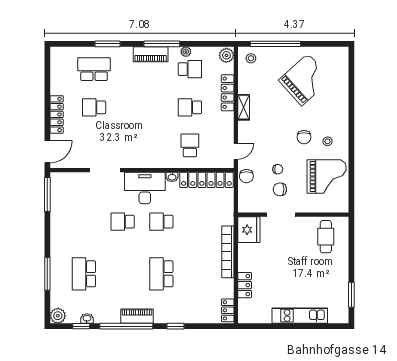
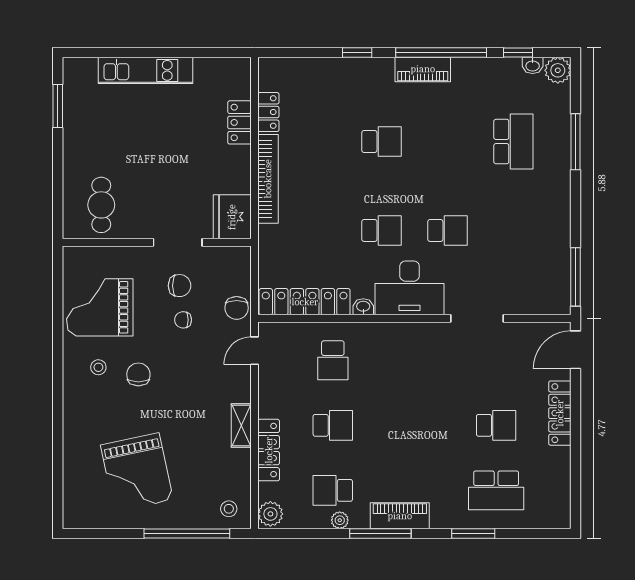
grand piano: (305, 80) -> (137, 472), turned -60
chair: (246, 176) -> (237, 308), turned 180
school desk: (161, 274) -> (381, 142), width x0.54
locker: (228, 310) -> (268, 112), moved
washbasin: (87, 319) -> (533, 65), moved

